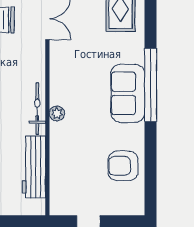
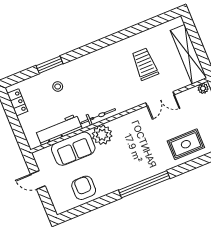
sofa: (128, 93) -> (73, 149), moved, turned 180
plant: (57, 113) -> (102, 135), width x1.88, depth x1.88

